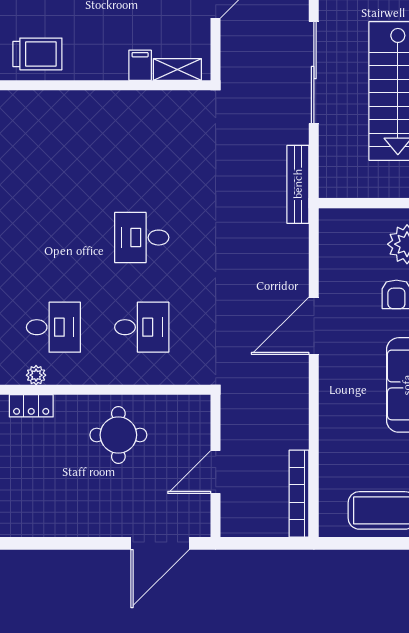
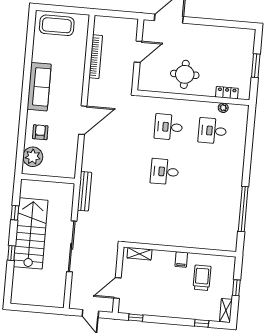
trolley: (37, 54) -> (202, 278), moved, turned 90
filing cabinet: (140, 65) -> (181, 260), moved
desk: (142, 238) -> (165, 172), turned 180
bookcase: (299, 494) -> (96, 57), moved

